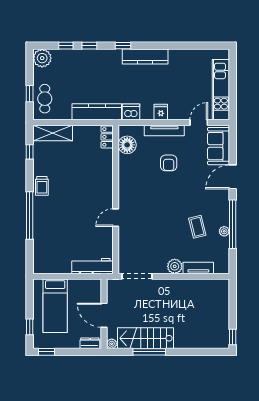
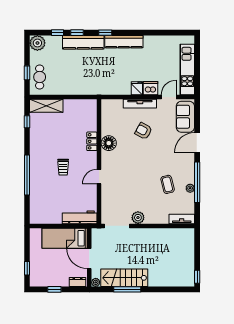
kitchen counter: (97, 112) -> (83, 42), moved, turned 180
dishwasher: (131, 112) -> (151, 88), moved
locker: (107, 137) -> (92, 141), moved
floor lamp: (127, 145) -> (109, 143), moved
armchair: (169, 163) -> (143, 131), turned 119
trolley: (42, 186) -> (63, 167), moved
plant: (175, 266) -> (138, 218), moved
tv unit: (198, 268) -> (182, 219), moved
bed: (55, 306) -> (65, 238), moved, turned 90
window: (46, 352) -> (54, 289), moved

